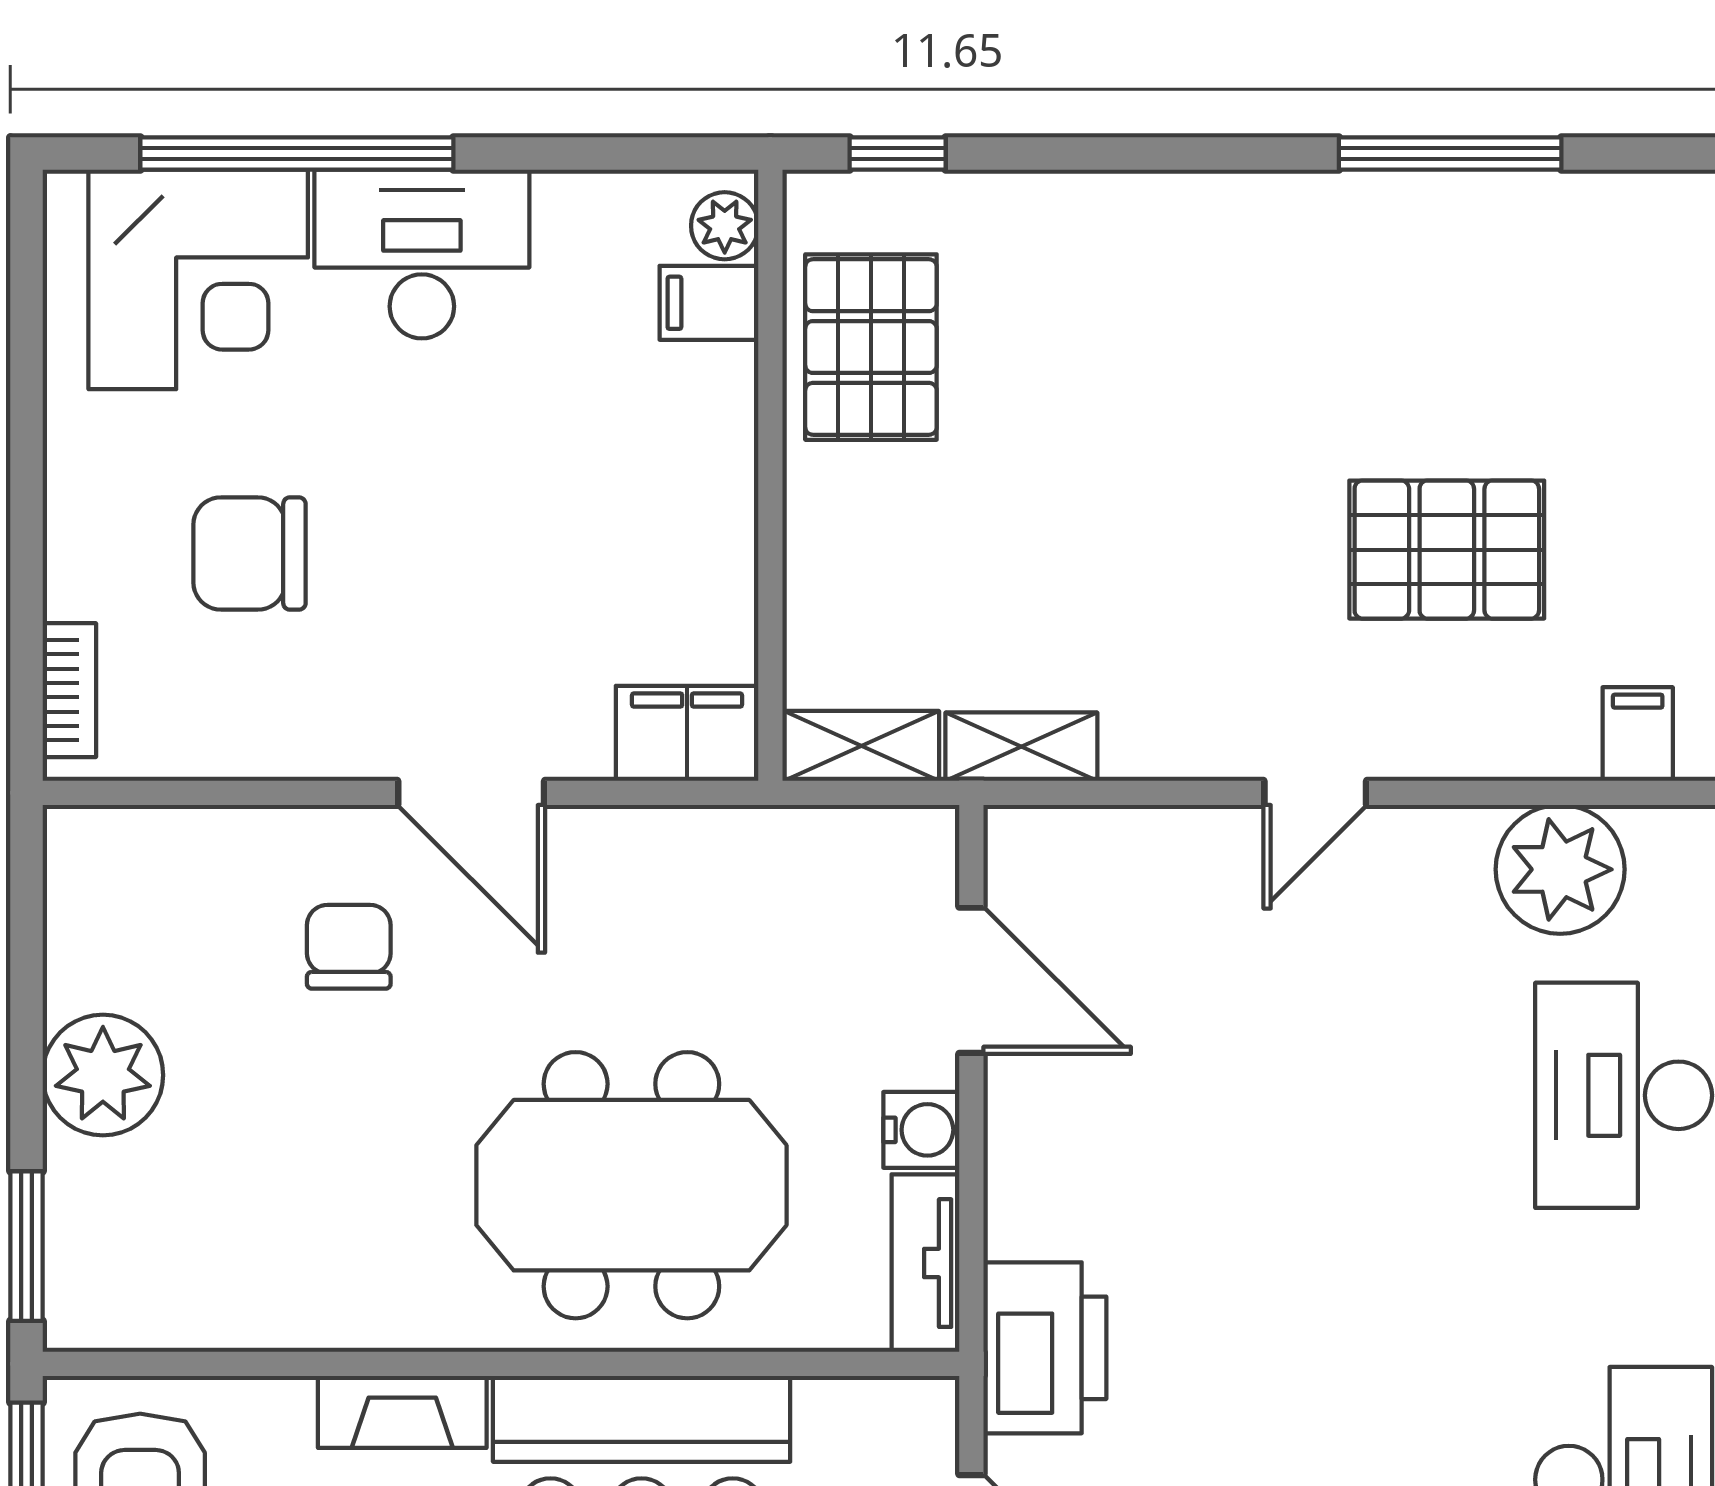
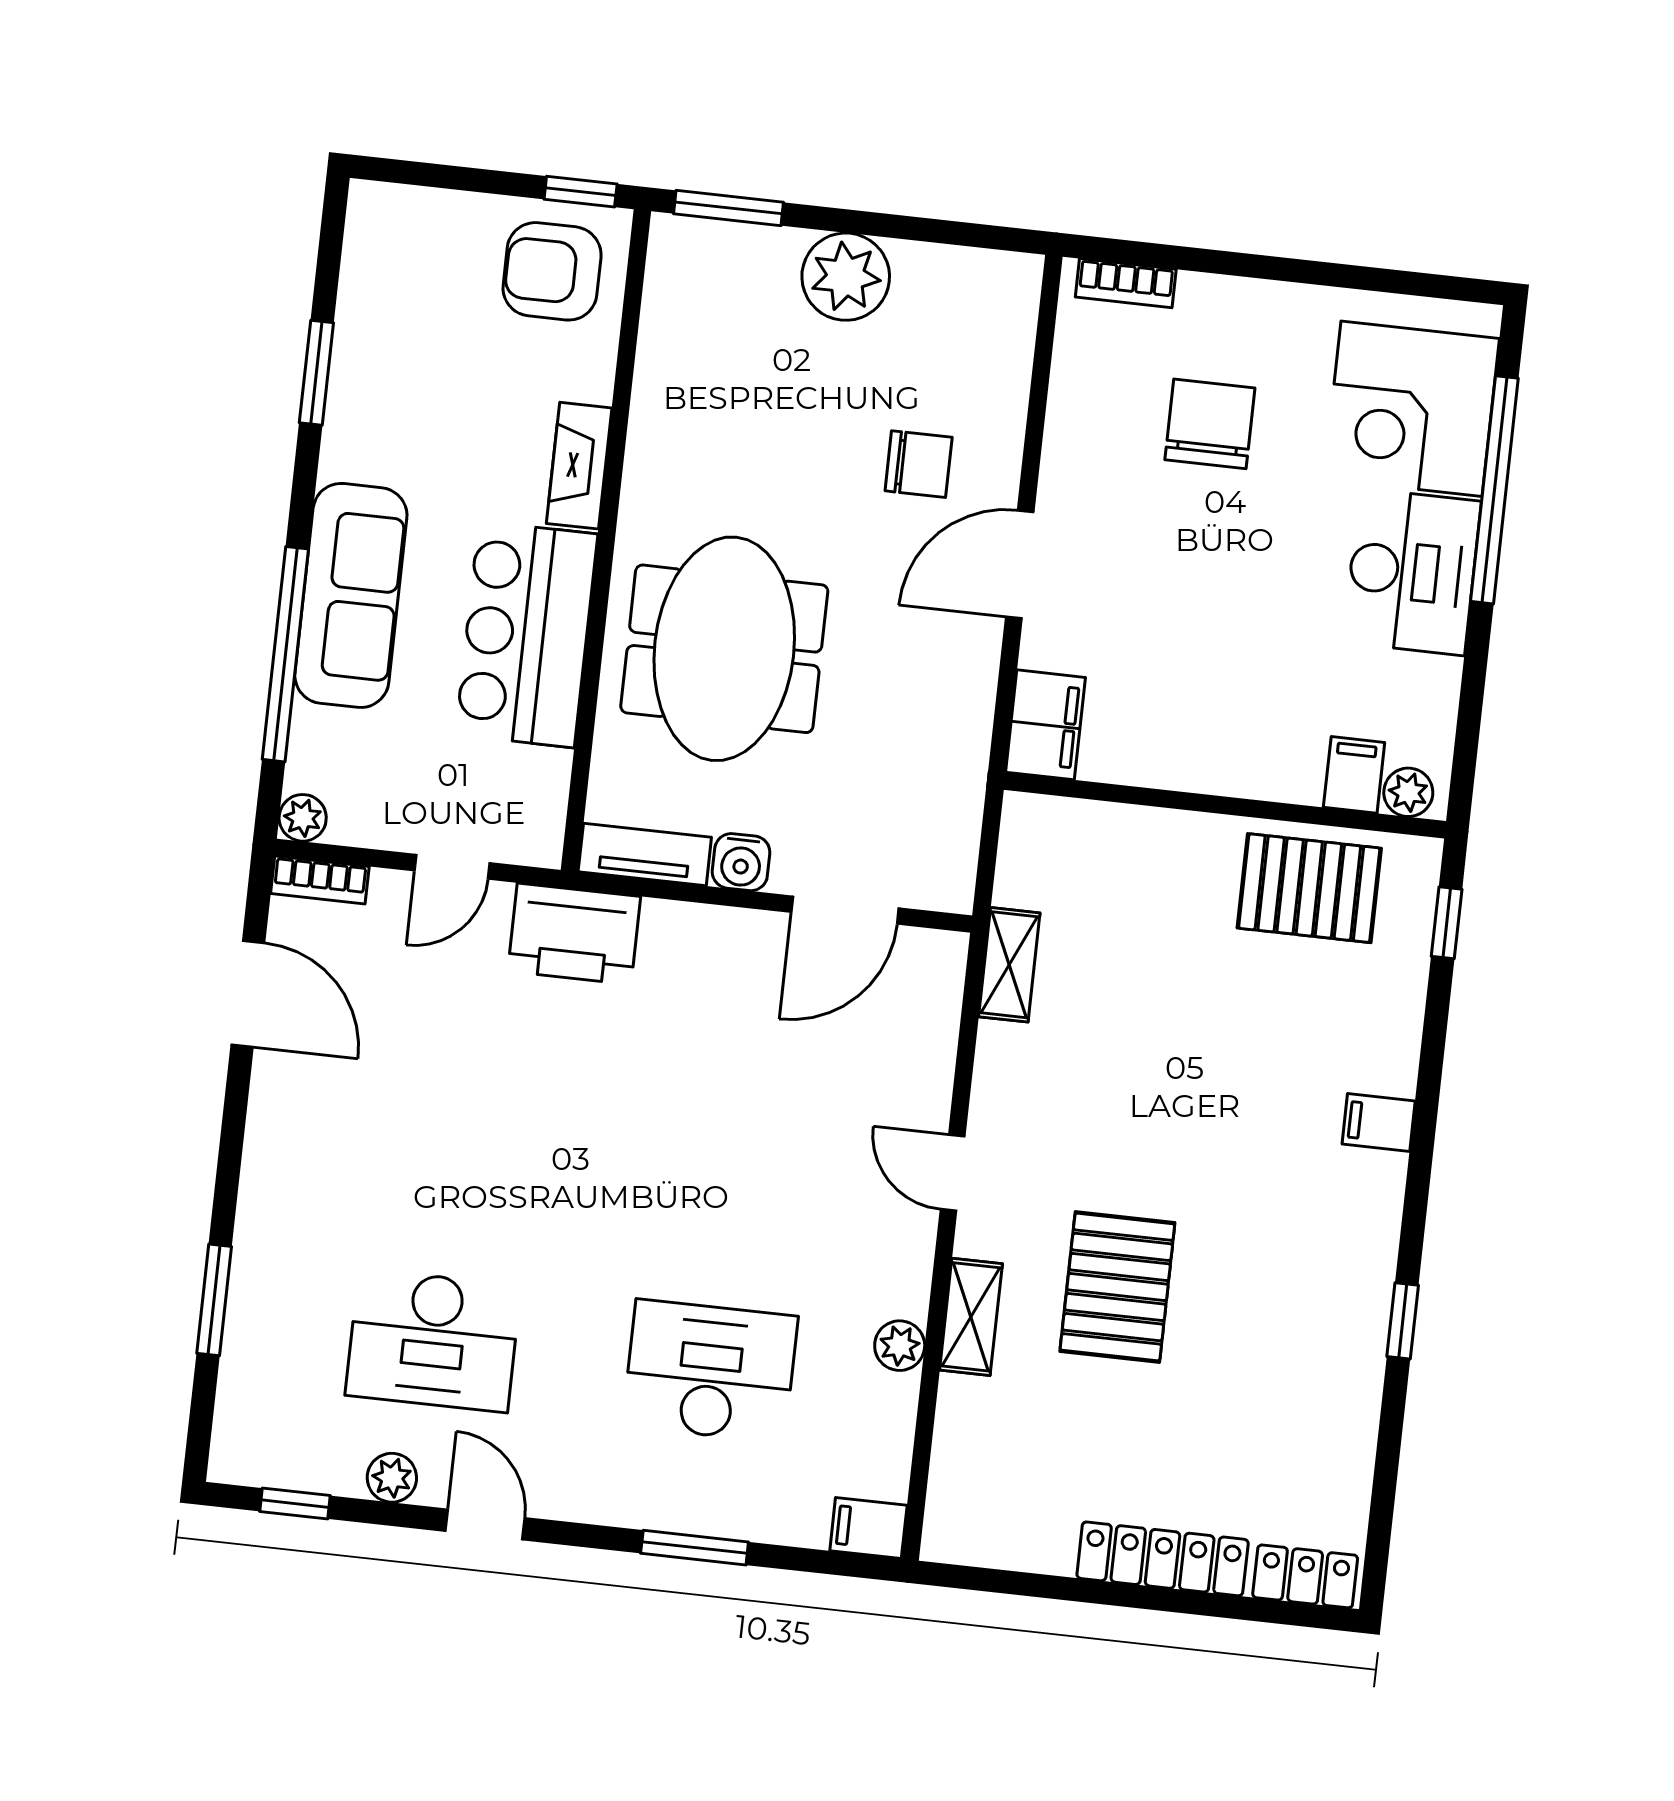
window: (1450, 154) -> (1403, 1321), width x0.46
filing cabinet: (1638, 734) -> (1379, 1123), moved, turned 180
shelving: (861, 746) -> (971, 1317), moved
plant: (1560, 869) -> (900, 1346), width x0.53, depth x0.53

